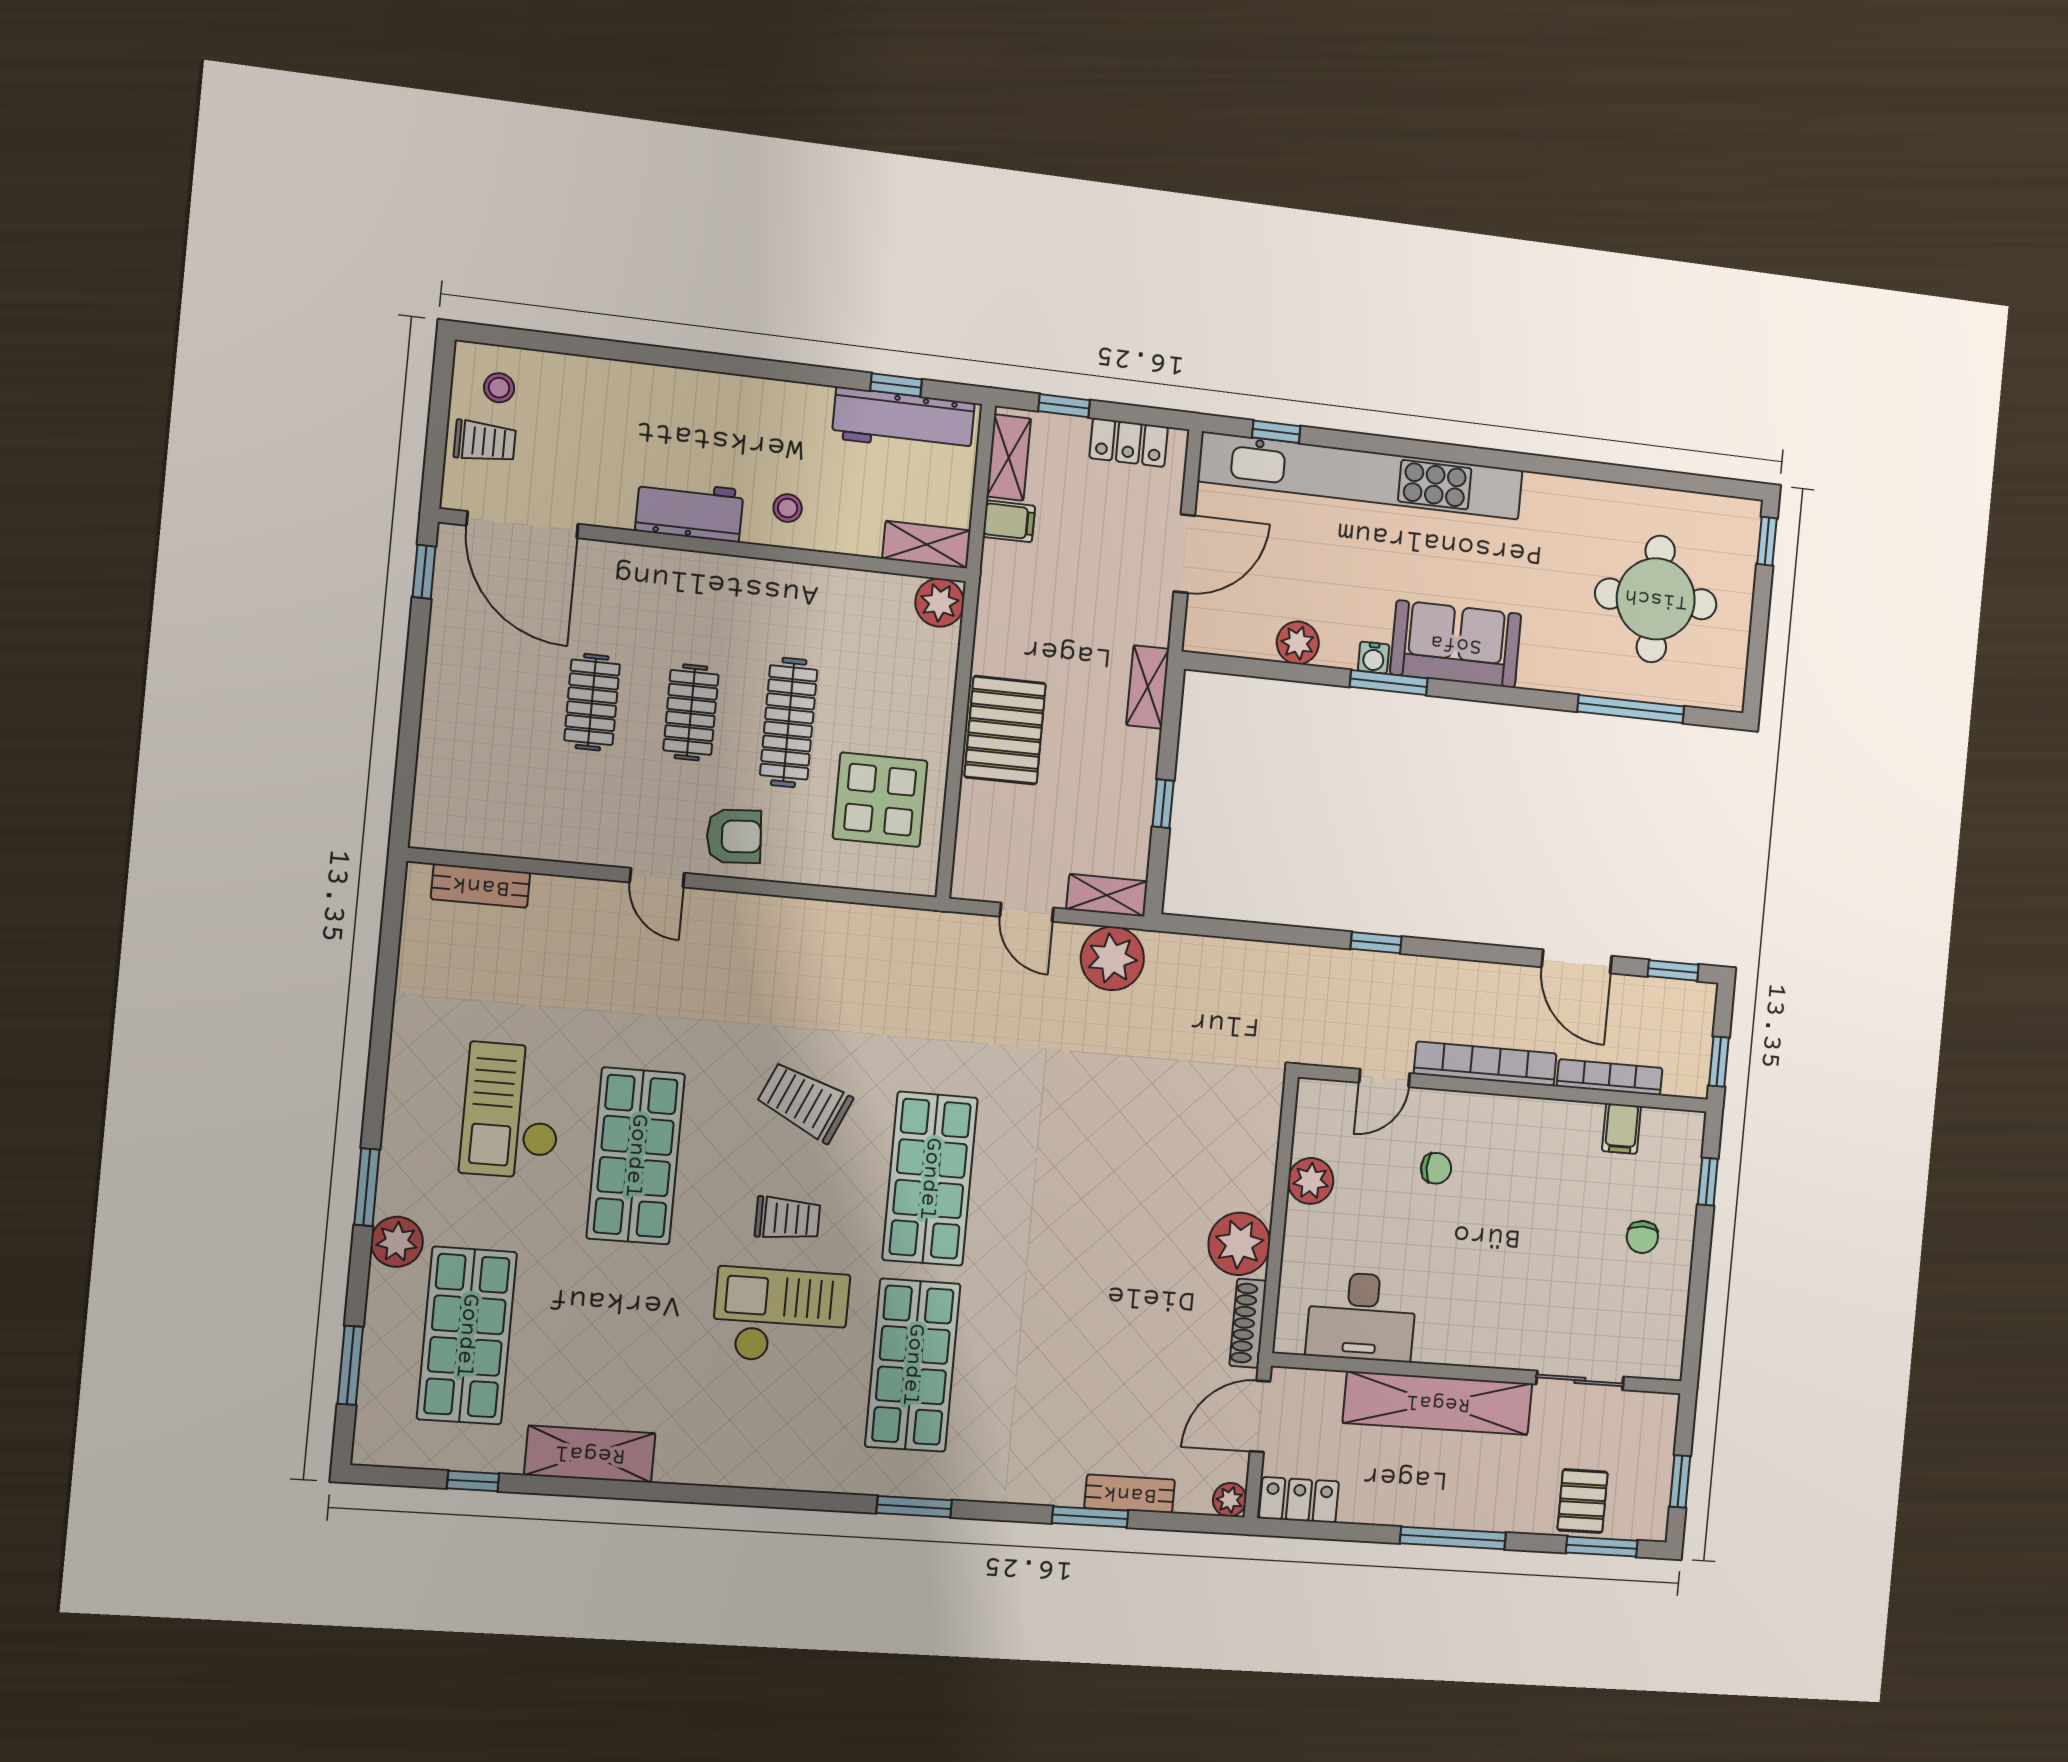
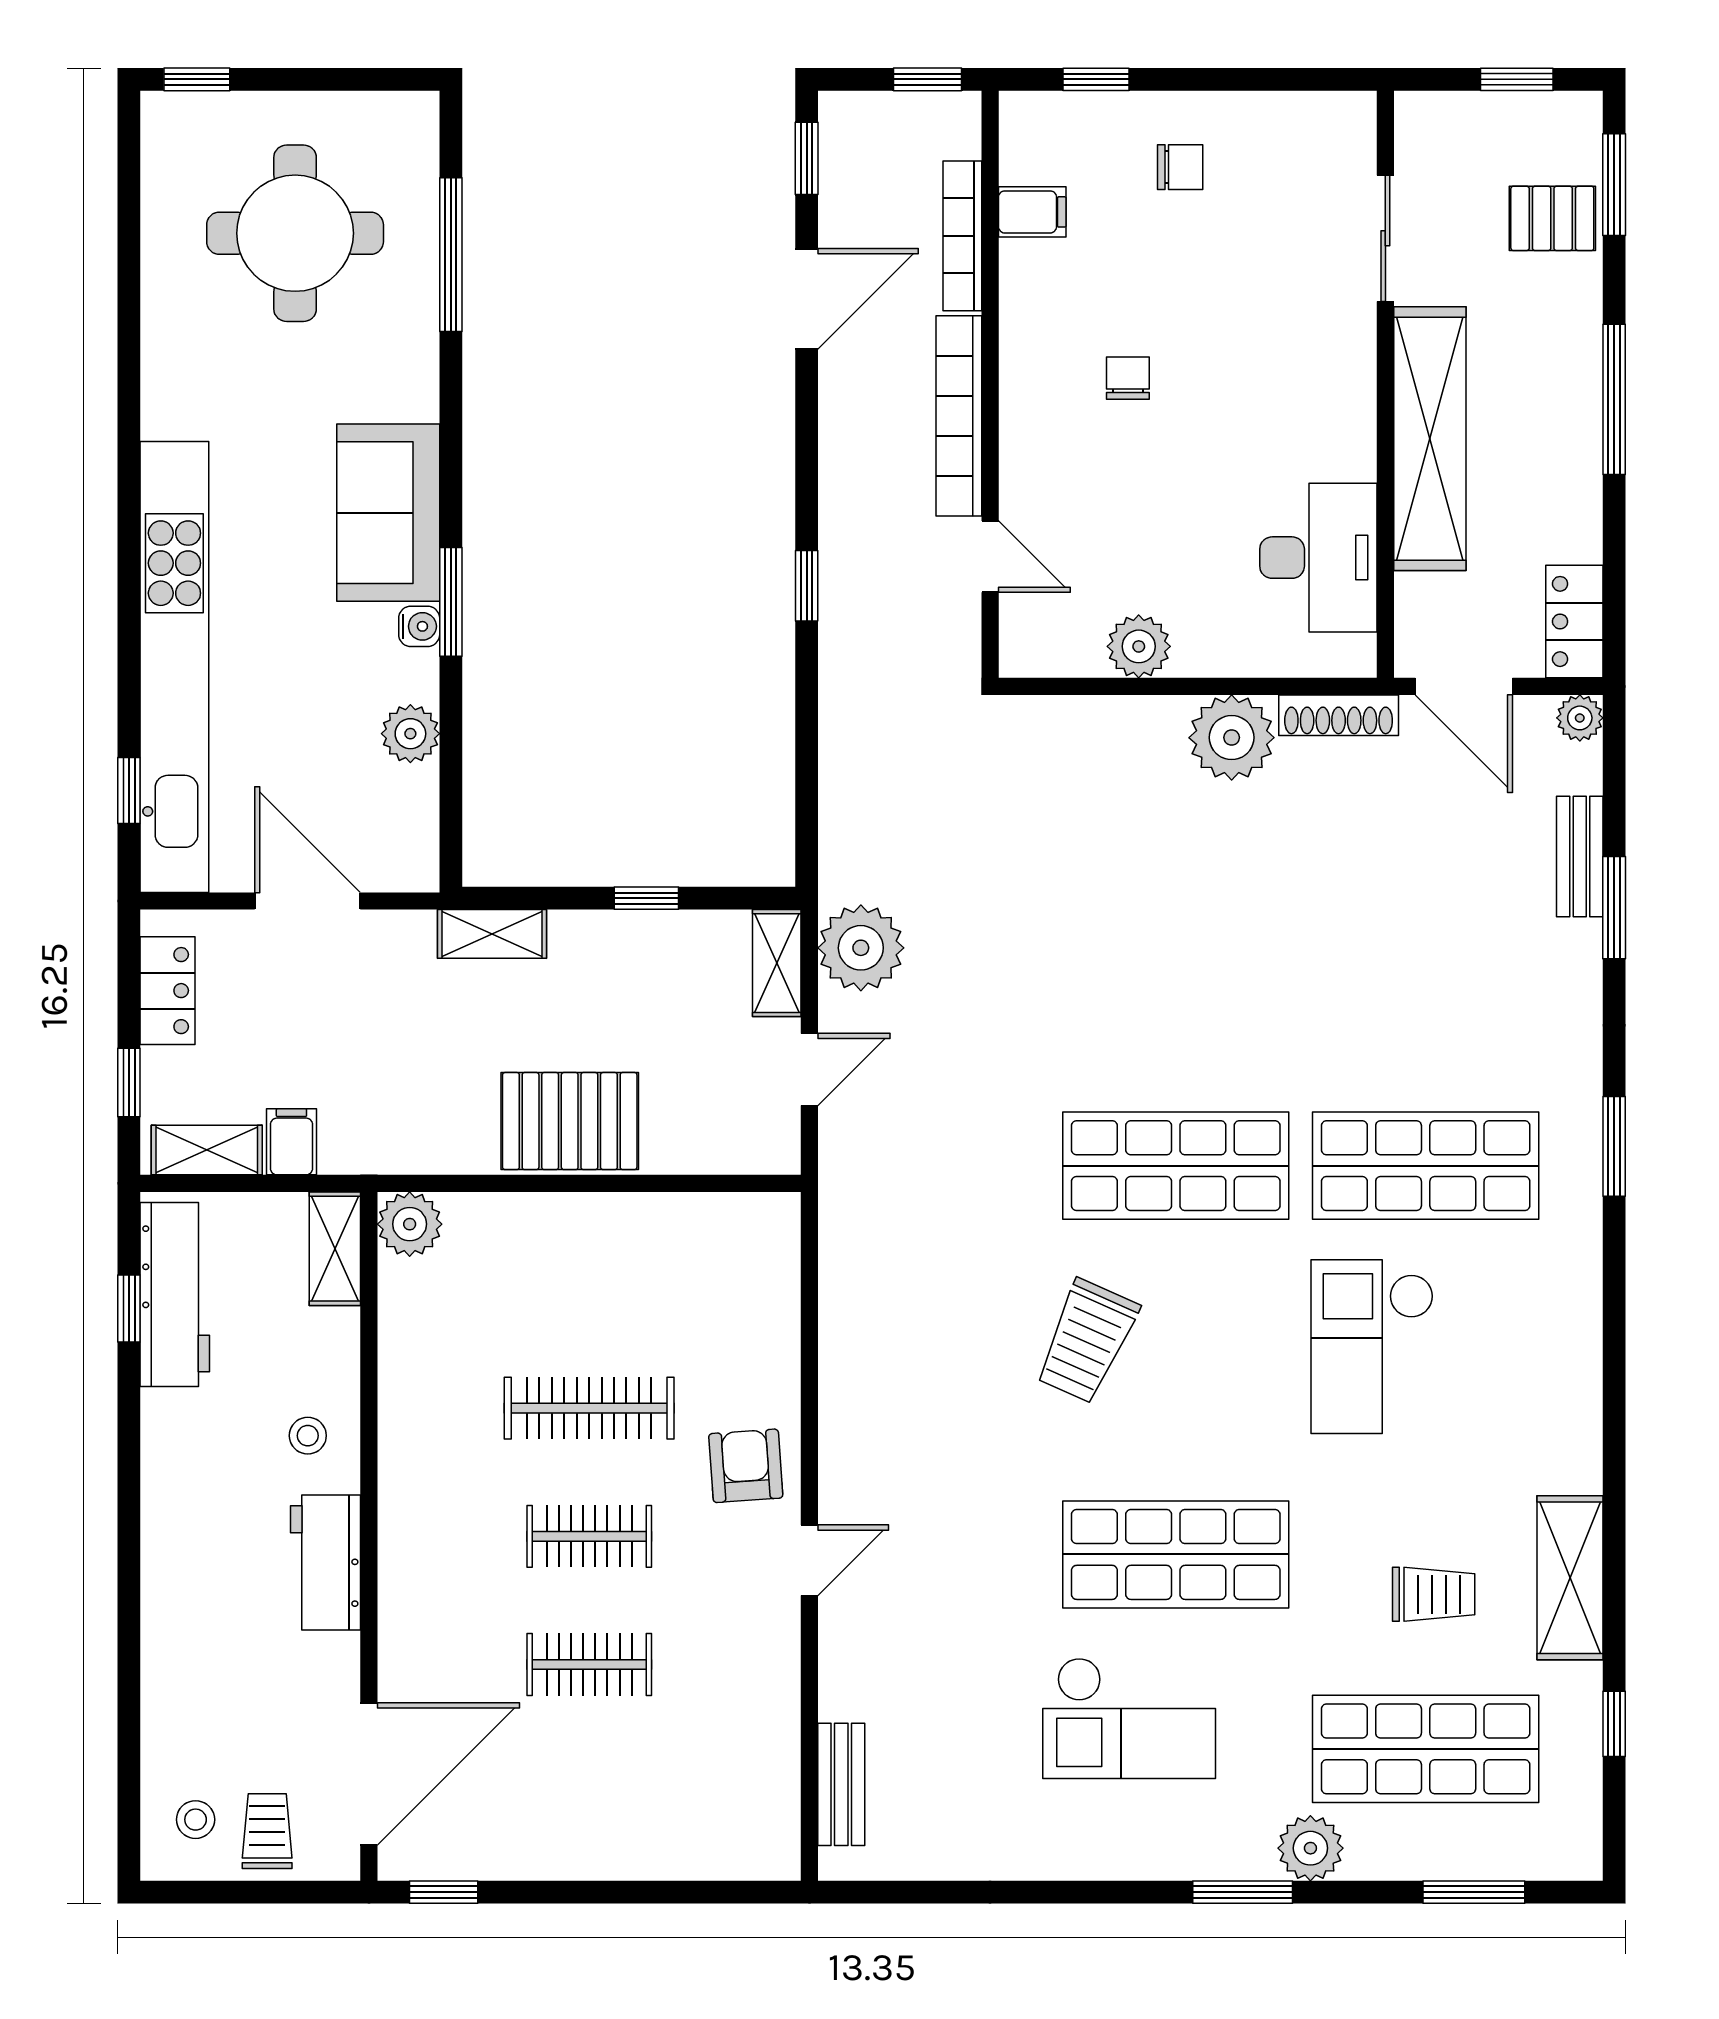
display table: (880, 800) -> (679, 1279), removed
chair: (1436, 1168) -> (1128, 378), moved
trolley: (787, 1218) -> (1434, 1594), moved, turned 90

